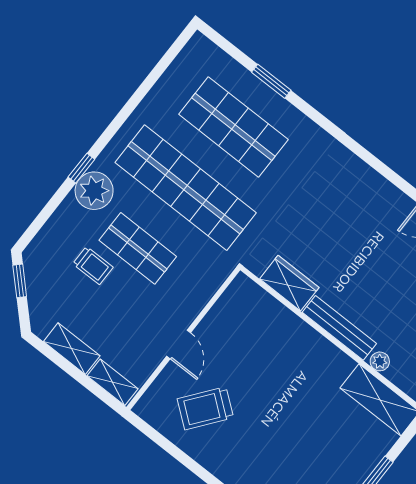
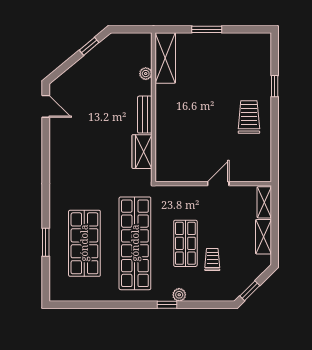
plant: (94, 191) -> (179, 295), width x0.53, depth x0.53
bench: (339, 328) -> (145, 115), width x0.73
trolley: (205, 408) -> (249, 117), moved, turned -128

